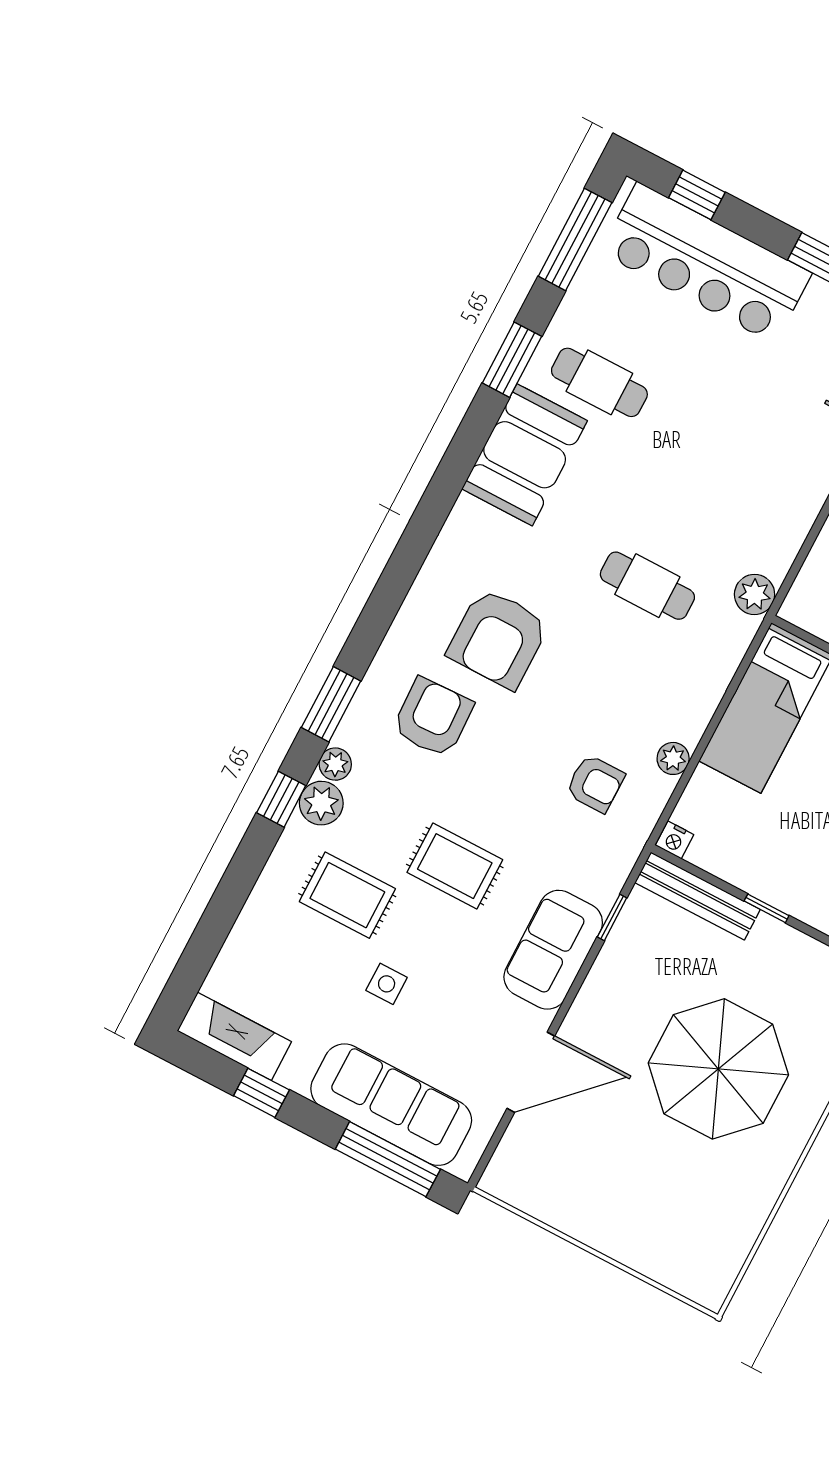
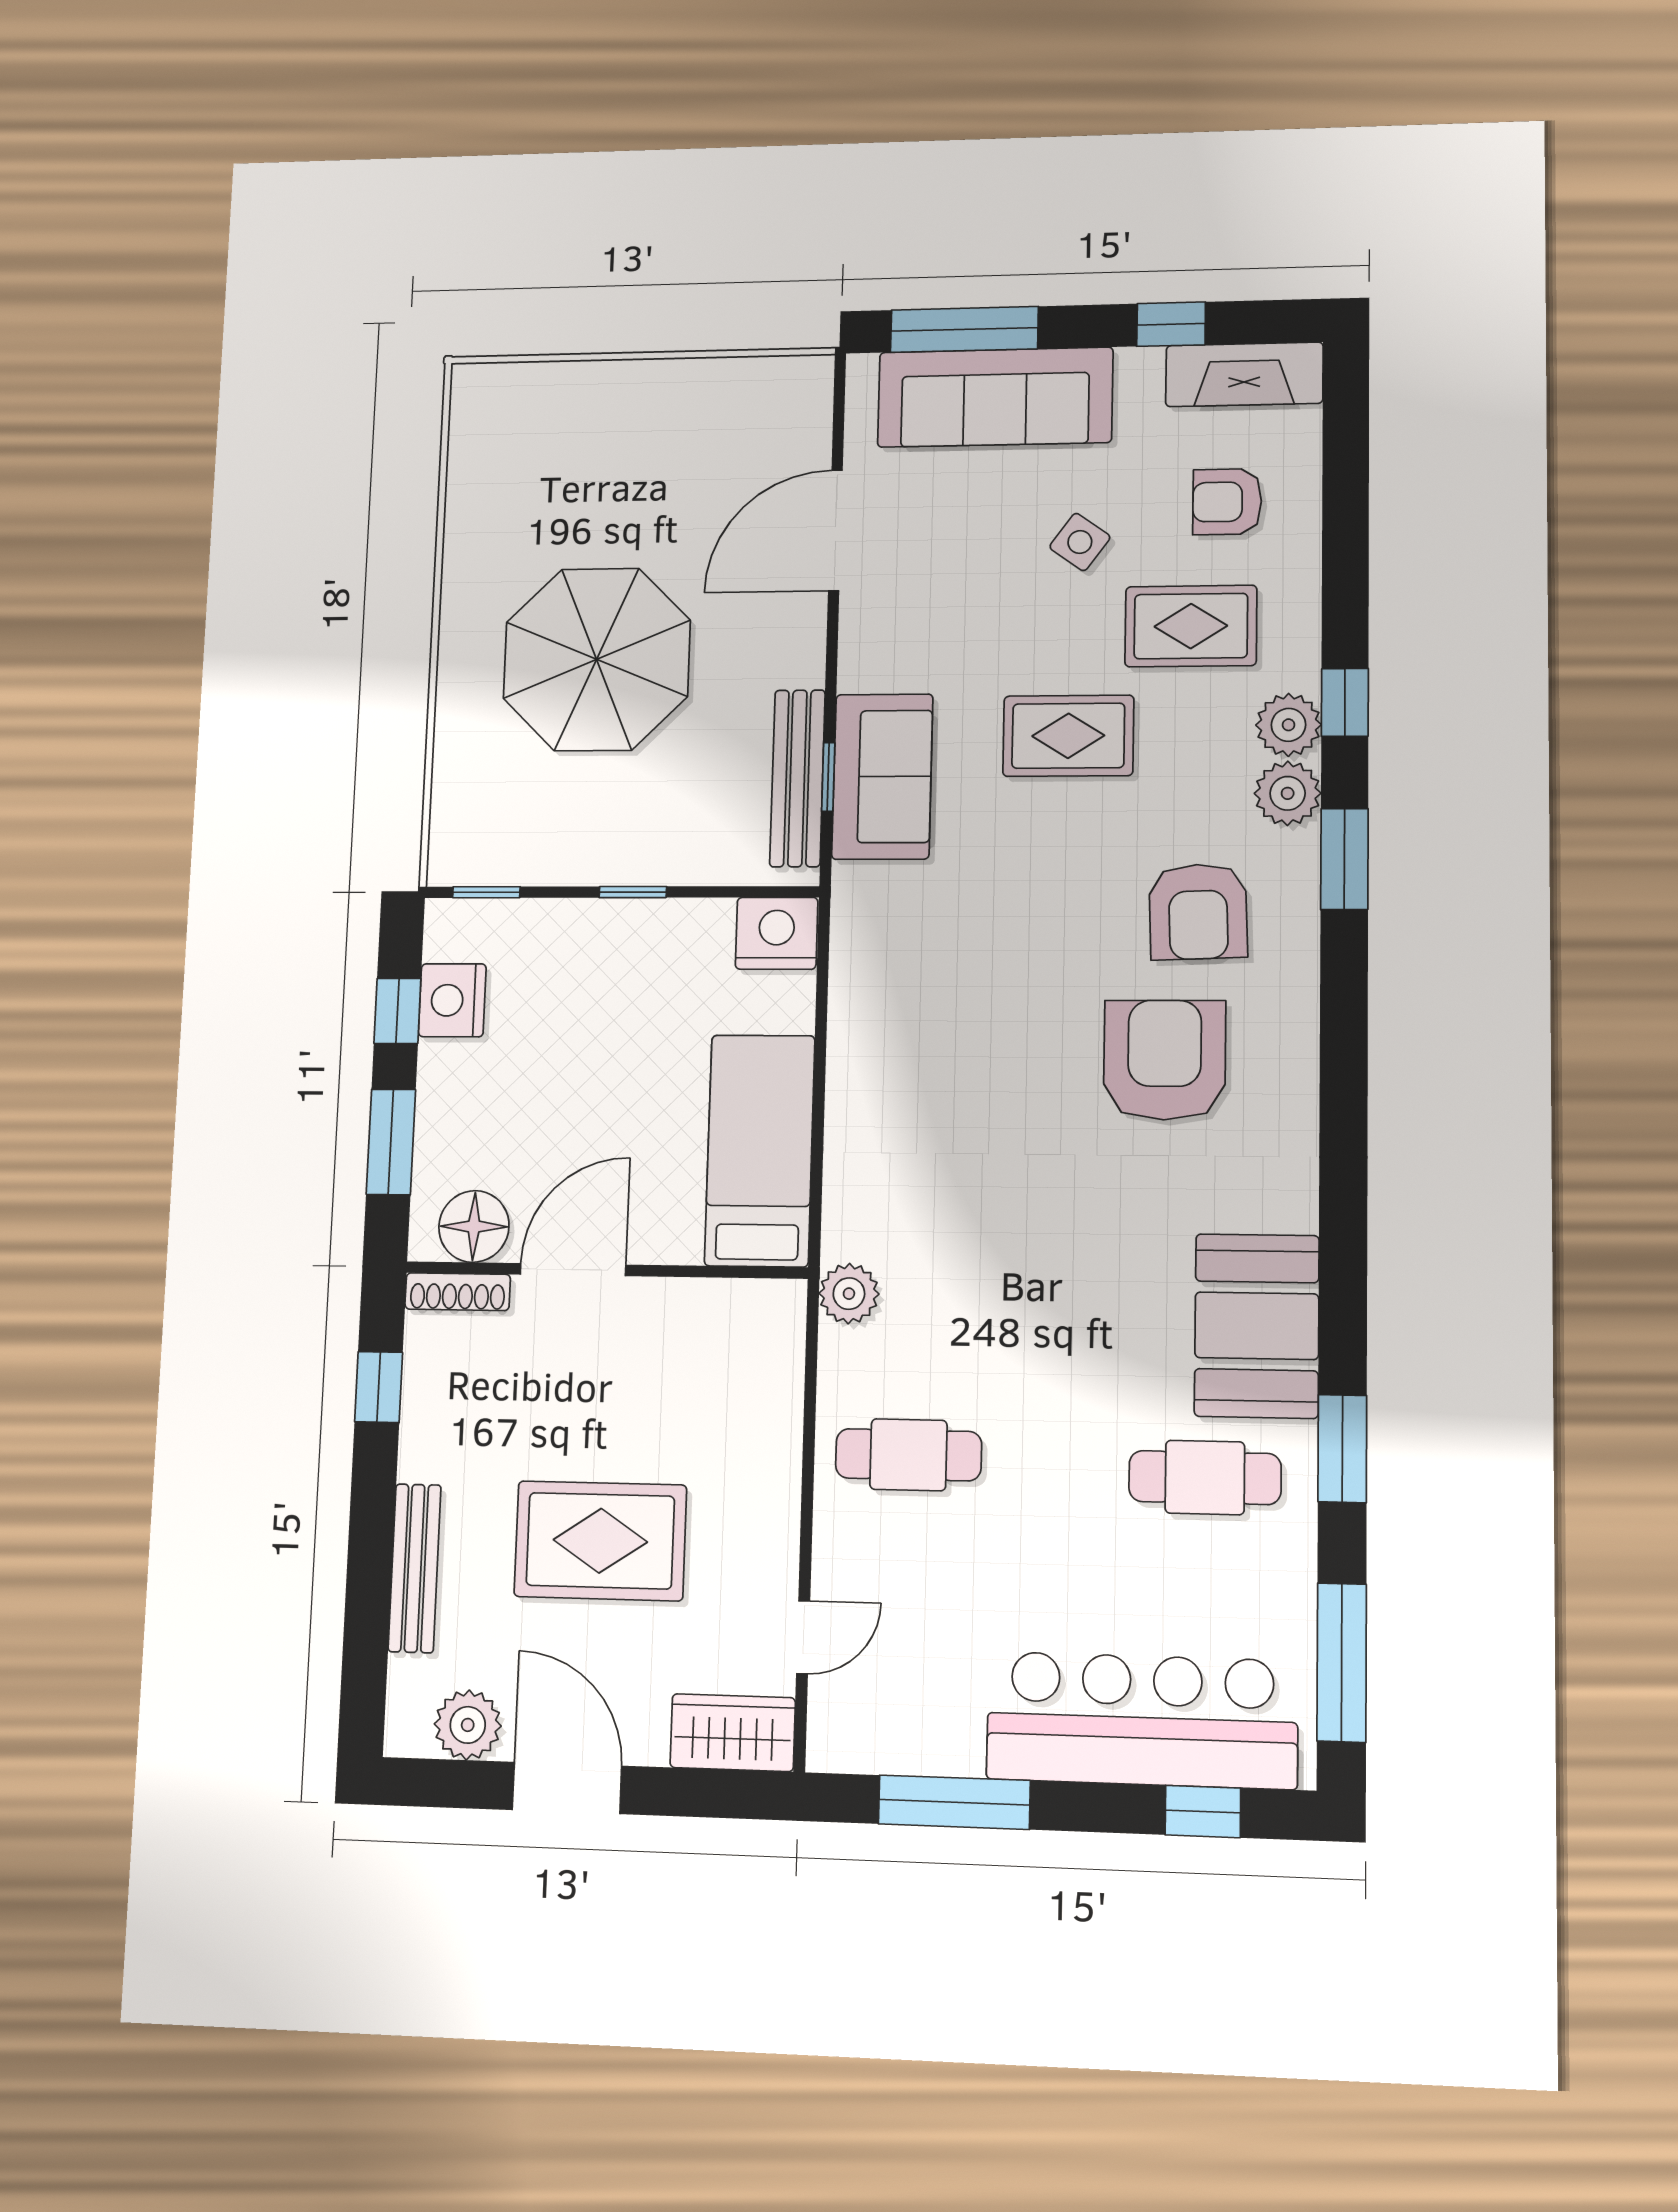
cafe table: (647, 586) -> (908, 1455), moved
plant: (673, 758) -> (850, 1022), removed
plant: (335, 764) -> (1288, 793), width x1.38, depth x1.38
armchair: (595, 784) -> (1227, 502), moved
nightstand: (674, 840) -> (777, 933), width x1.89, depth x1.79
bench: (698, 896) -> (797, 778), moved, turned 90
sofa: (553, 950) -> (882, 777), moved
side table: (387, 984) -> (1080, 542), turned 36

